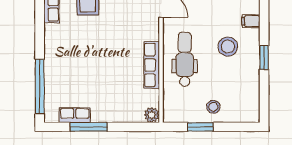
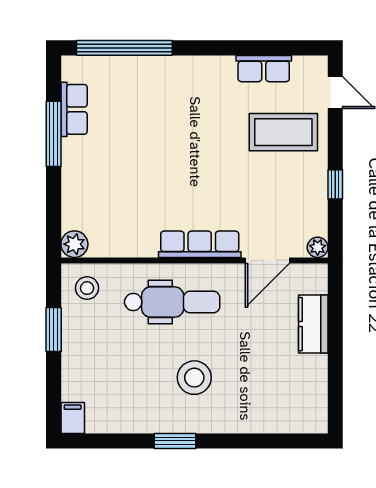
filing cabinet: (251, 21) -> (73, 418), moved
row of seats: (152, 65) -> (200, 244), moved
stool: (213, 107) -> (87, 288), moved

